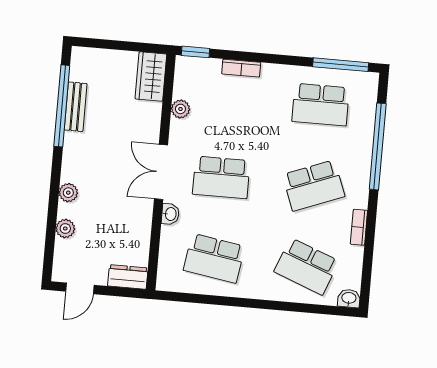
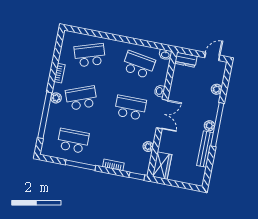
window: (341, 65) -> (80, 165), moved
window: (62, 106) -> (217, 125), moved
bench: (76, 107) -> (205, 149), width x1.36
plant: (360, 181) -> (56, 98), added
plant: (68, 193) -> (209, 126), moved
school desk: (306, 266) -> (90, 55), turned -39
washbasin: (349, 298) -> (165, 55), moved

